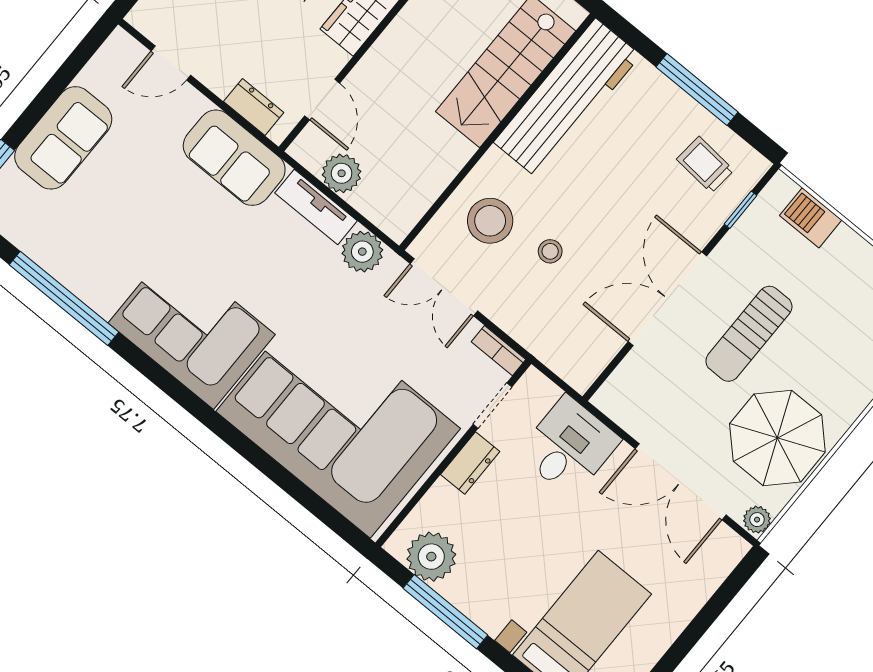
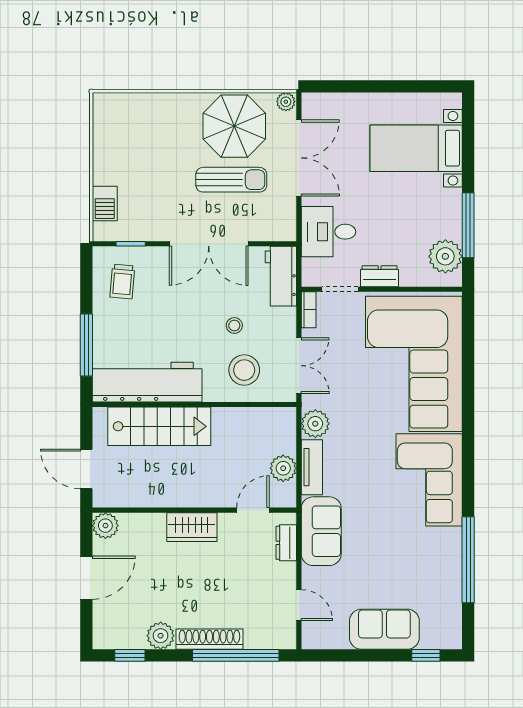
window: (697, 89) -> (86, 345), moved
sun lounger: (749, 334) -> (231, 180), moved
workbench: (563, 351) -> (281, 276), added

